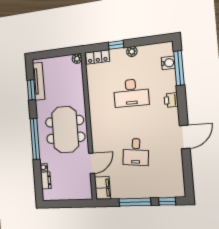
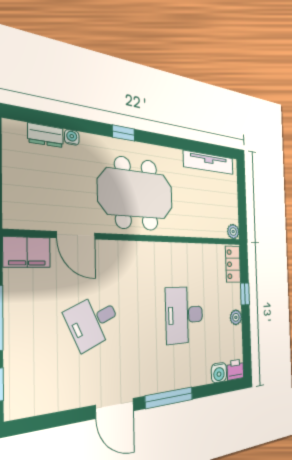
window: (179, 68) -> (169, 398), moved
window: (31, 90) -> (198, 147), removed
printer: (171, 100) -> (235, 370), moved
window: (35, 139) -> (123, 133), width x0.32
desk: (136, 152) -> (93, 321), turned -30

